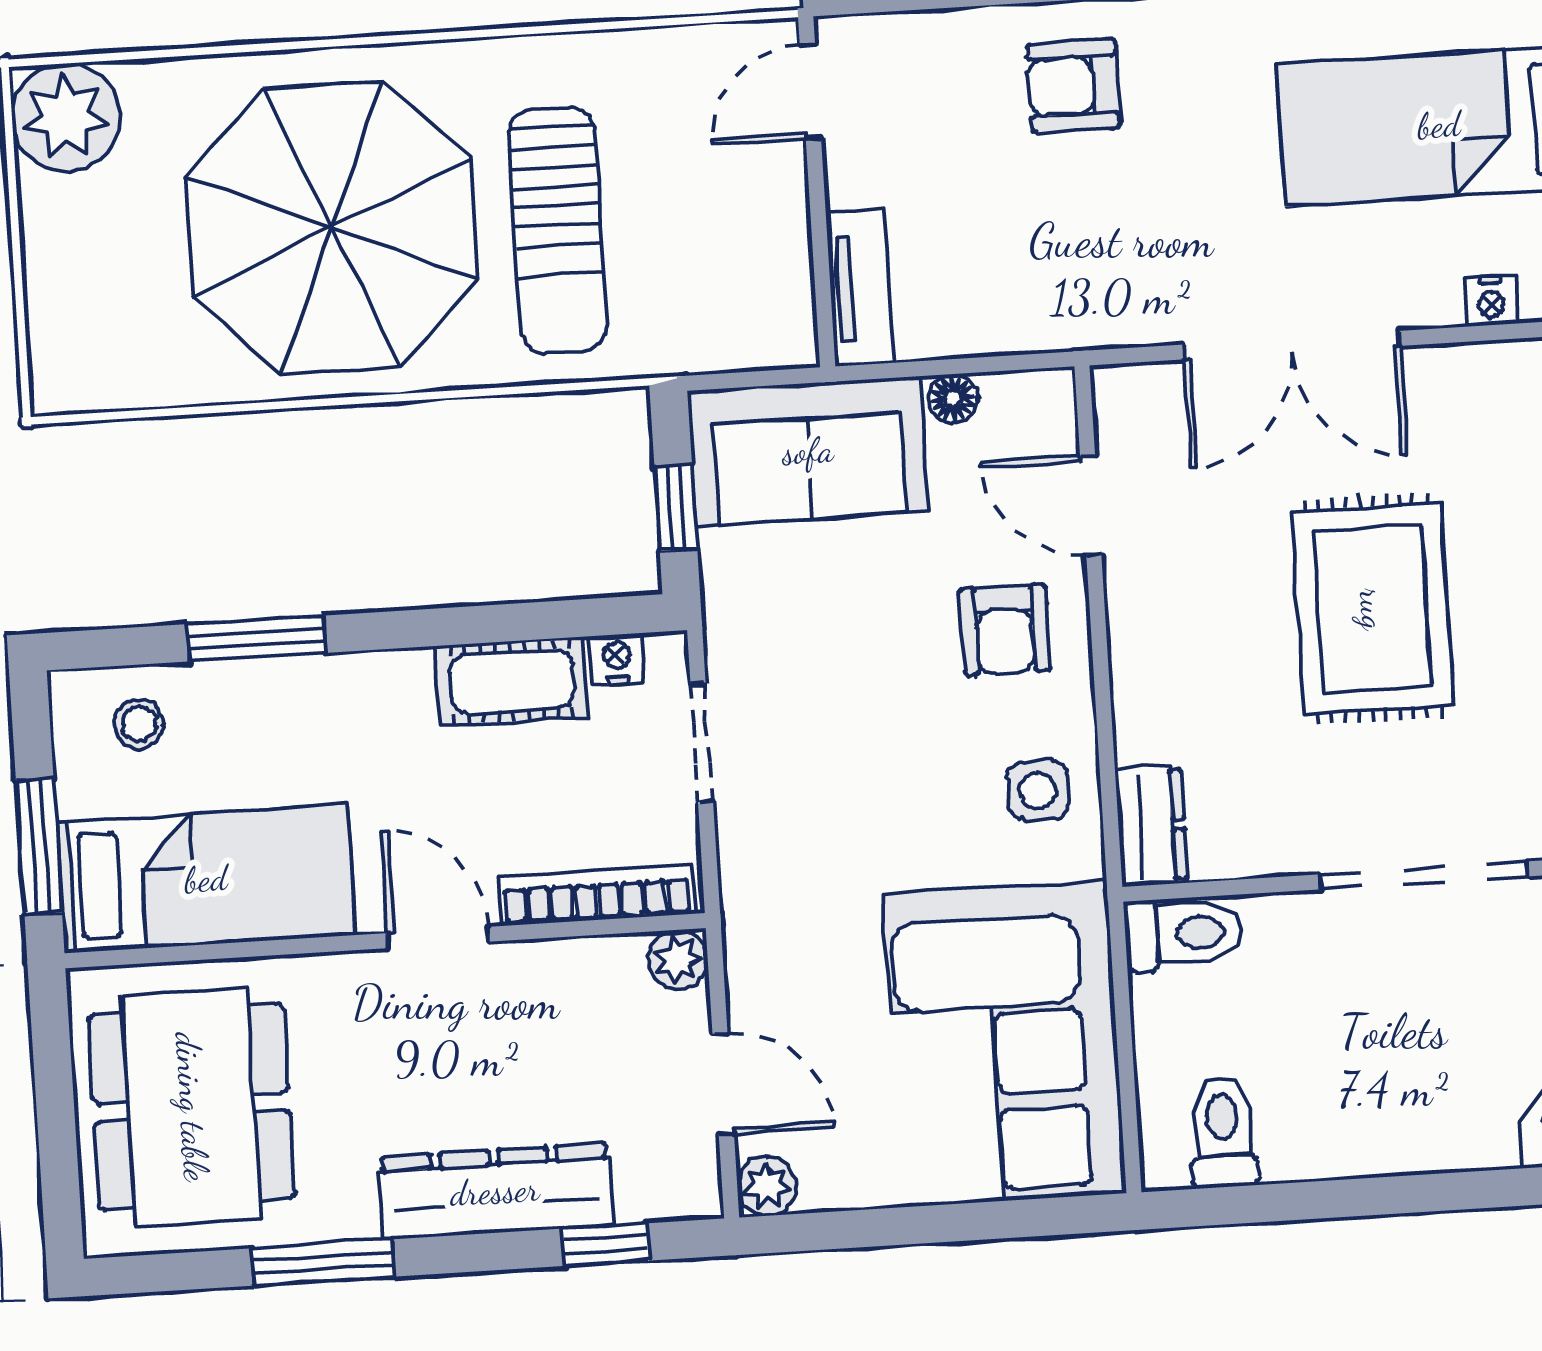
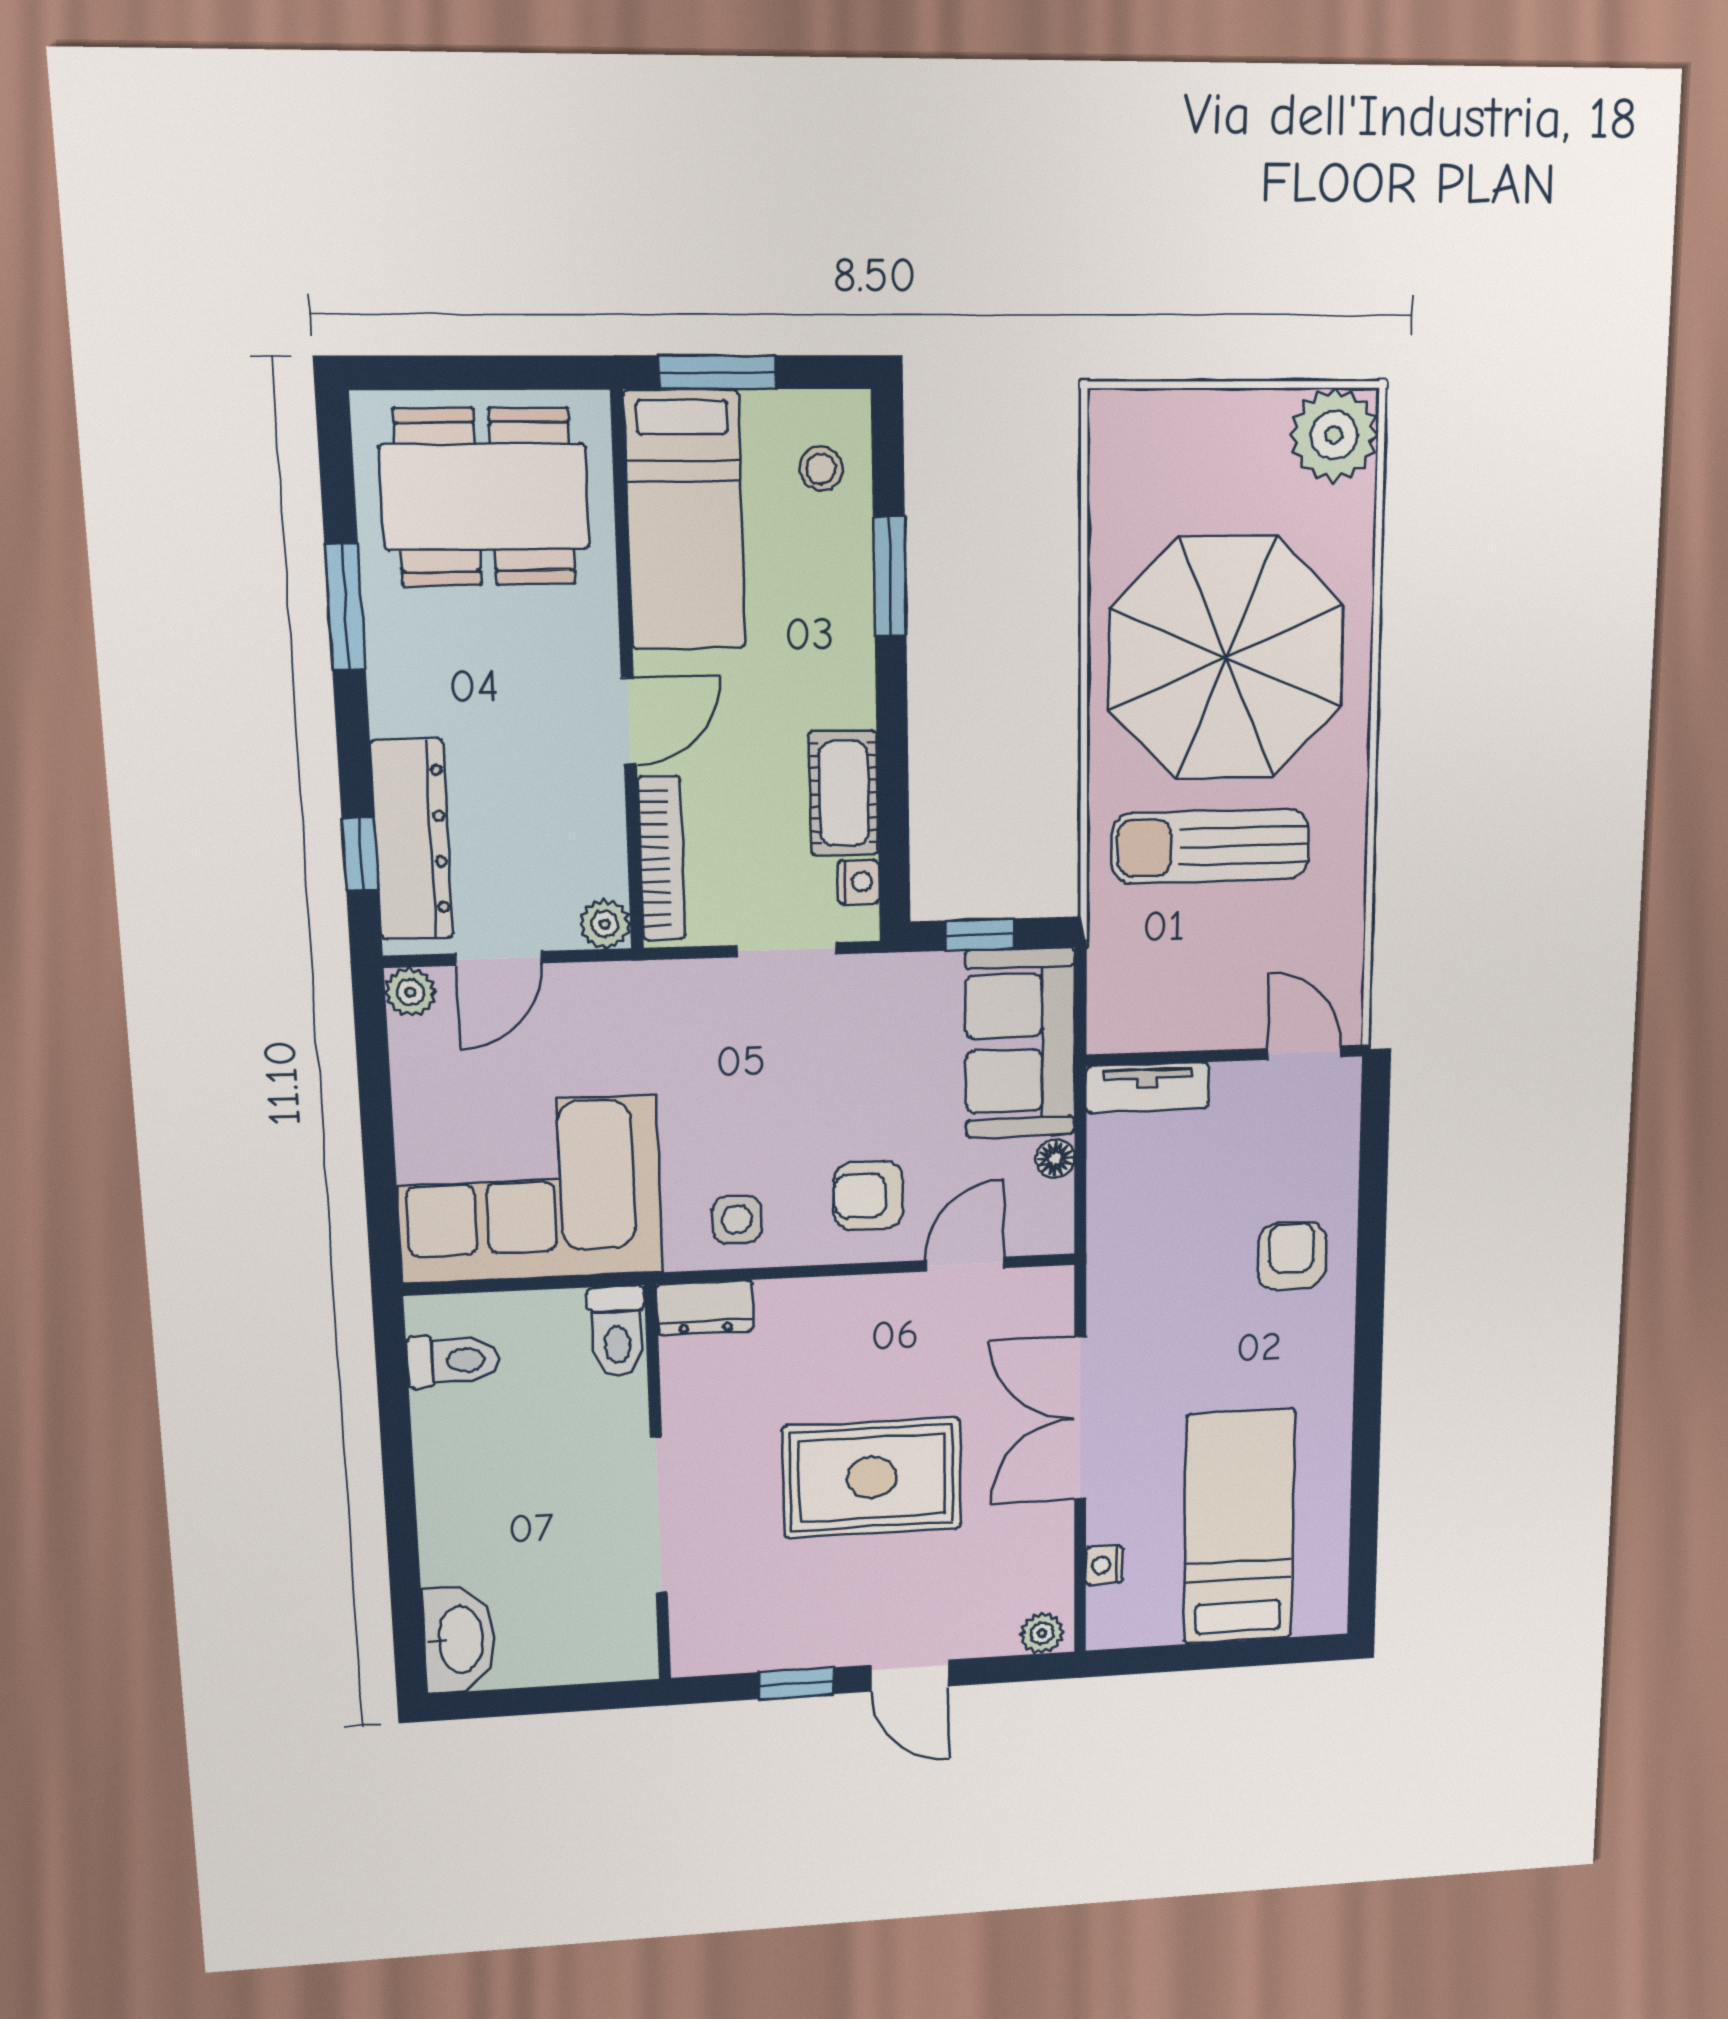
dresser: (495, 1191) -> (412, 840), moved

